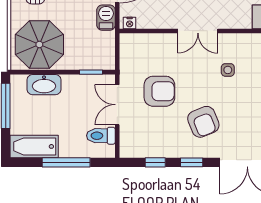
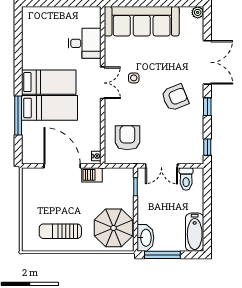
double door: (198, 31) -> (103, 83), moved
washbasin: (44, 85) -> (145, 238), moved
armchair: (159, 91) -> (127, 138), moved
window: (66, 162) -> (207, 207), removed
window: (155, 162) -> (207, 147), moved

